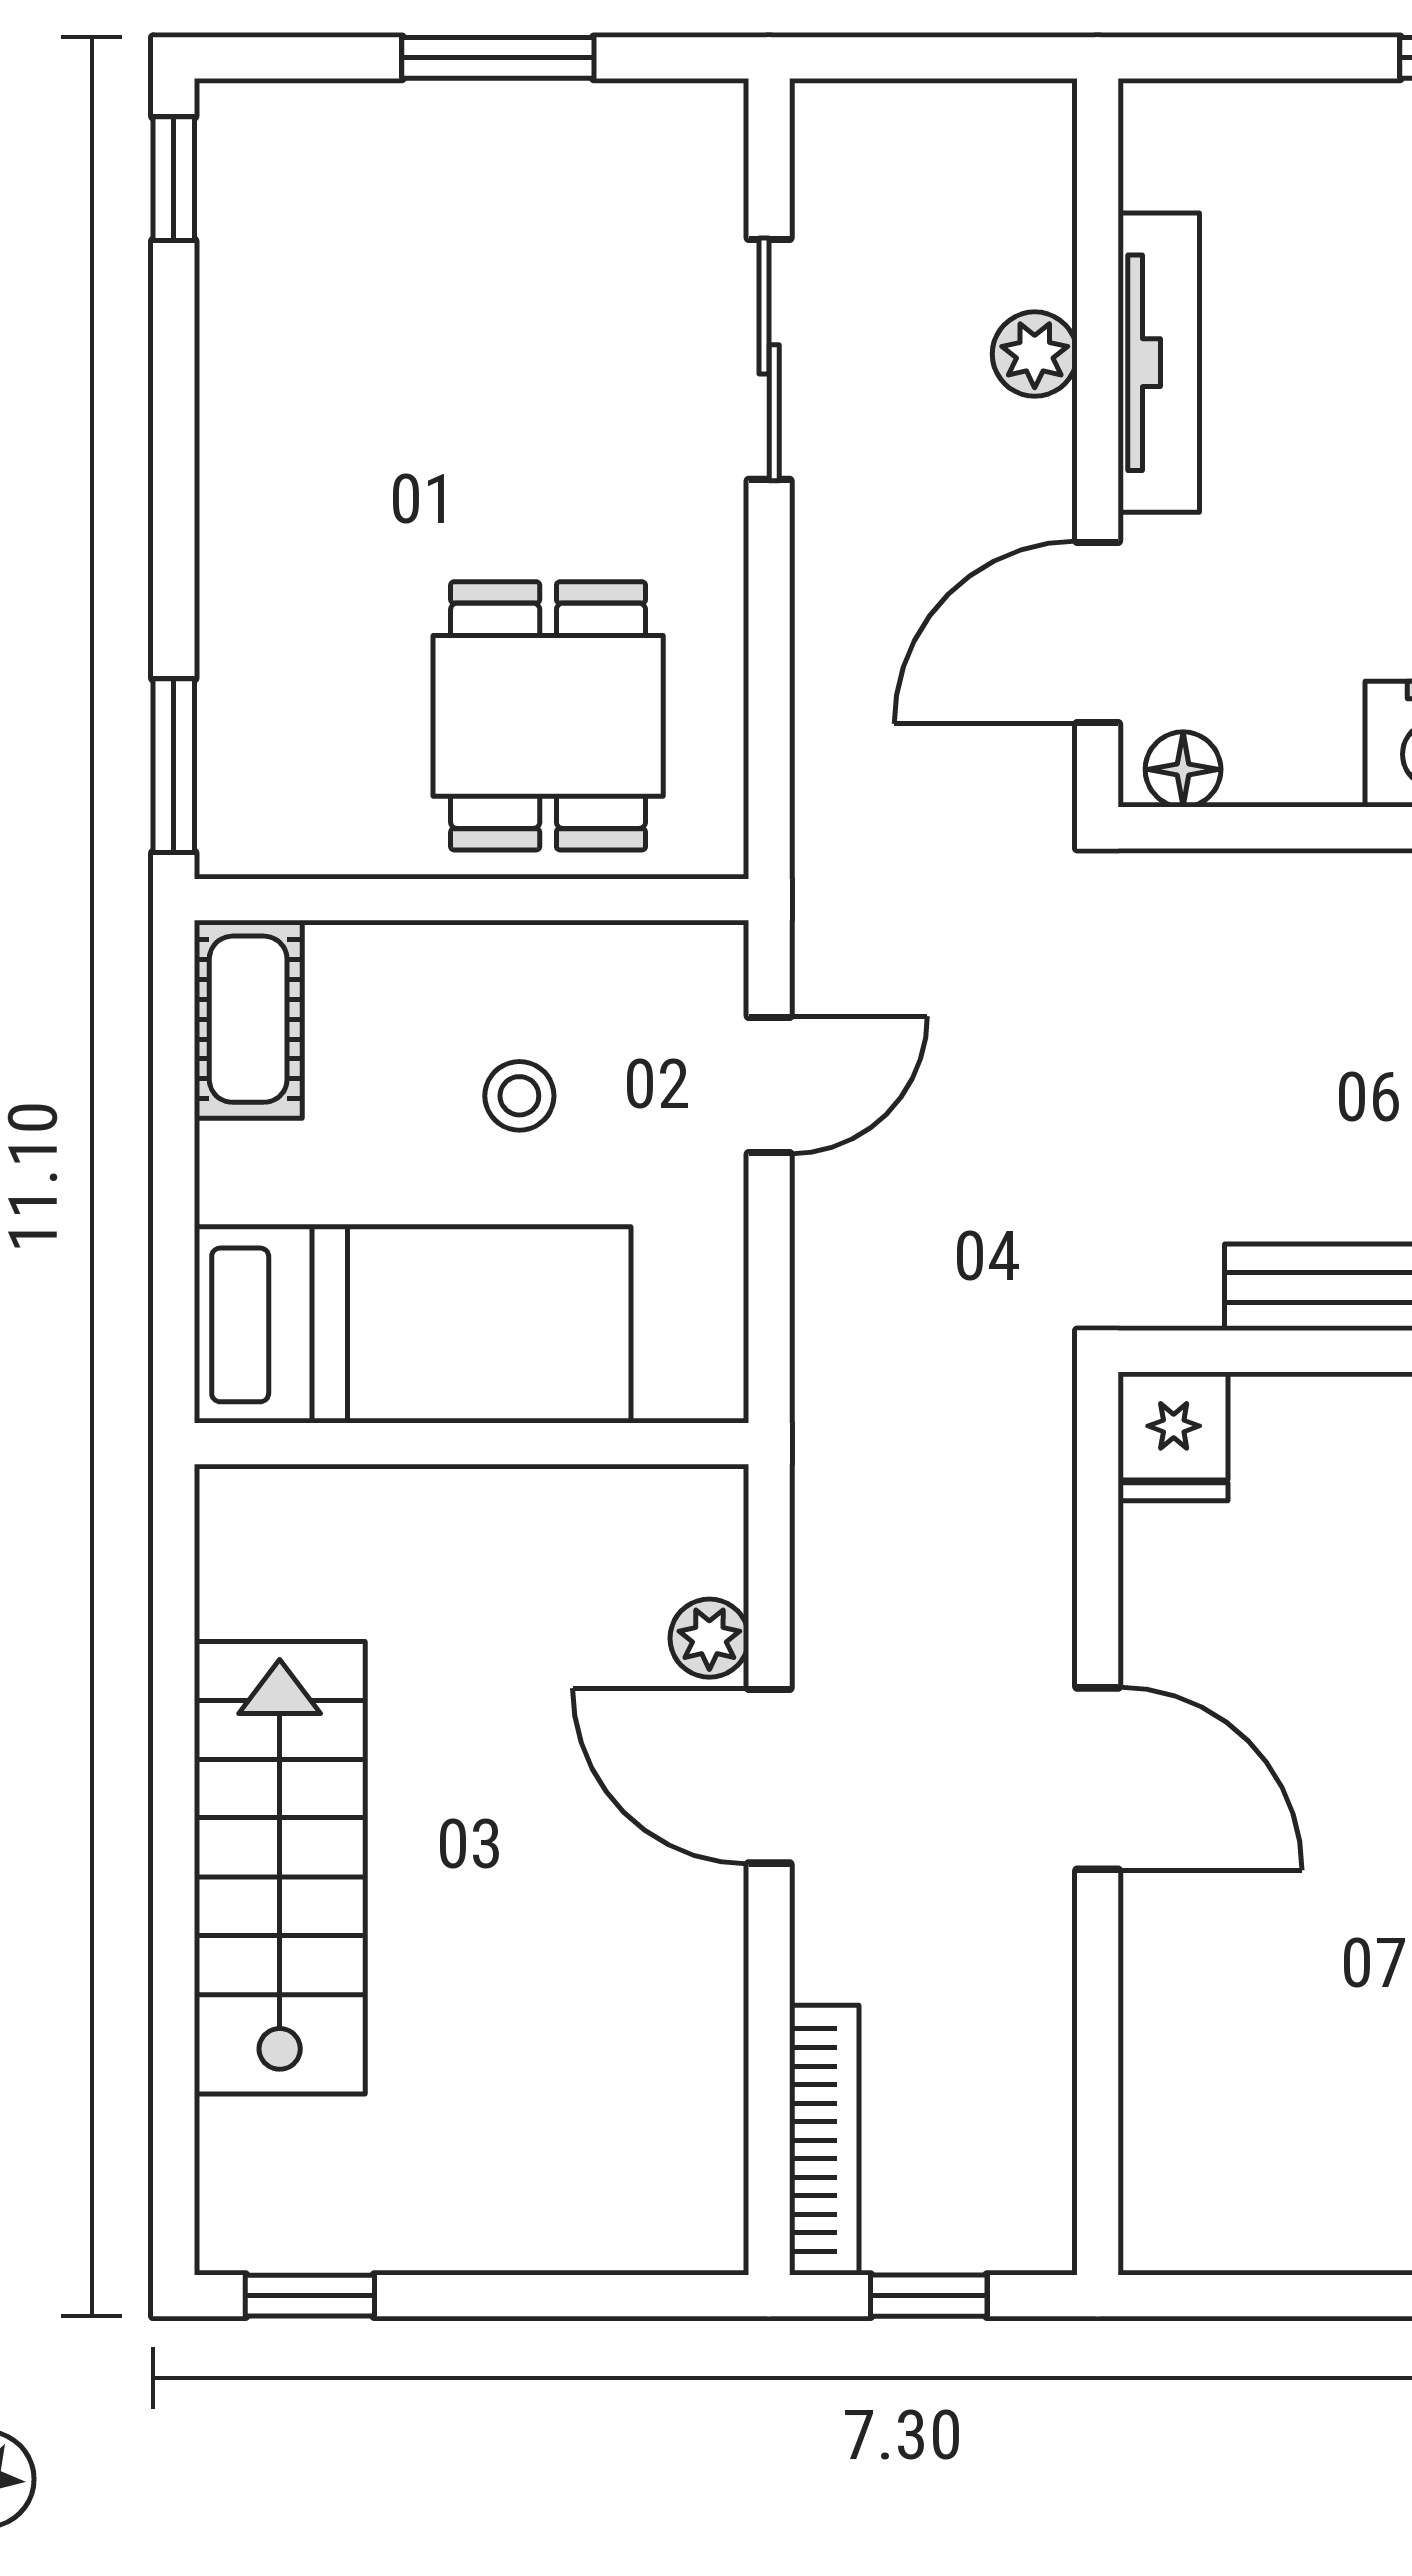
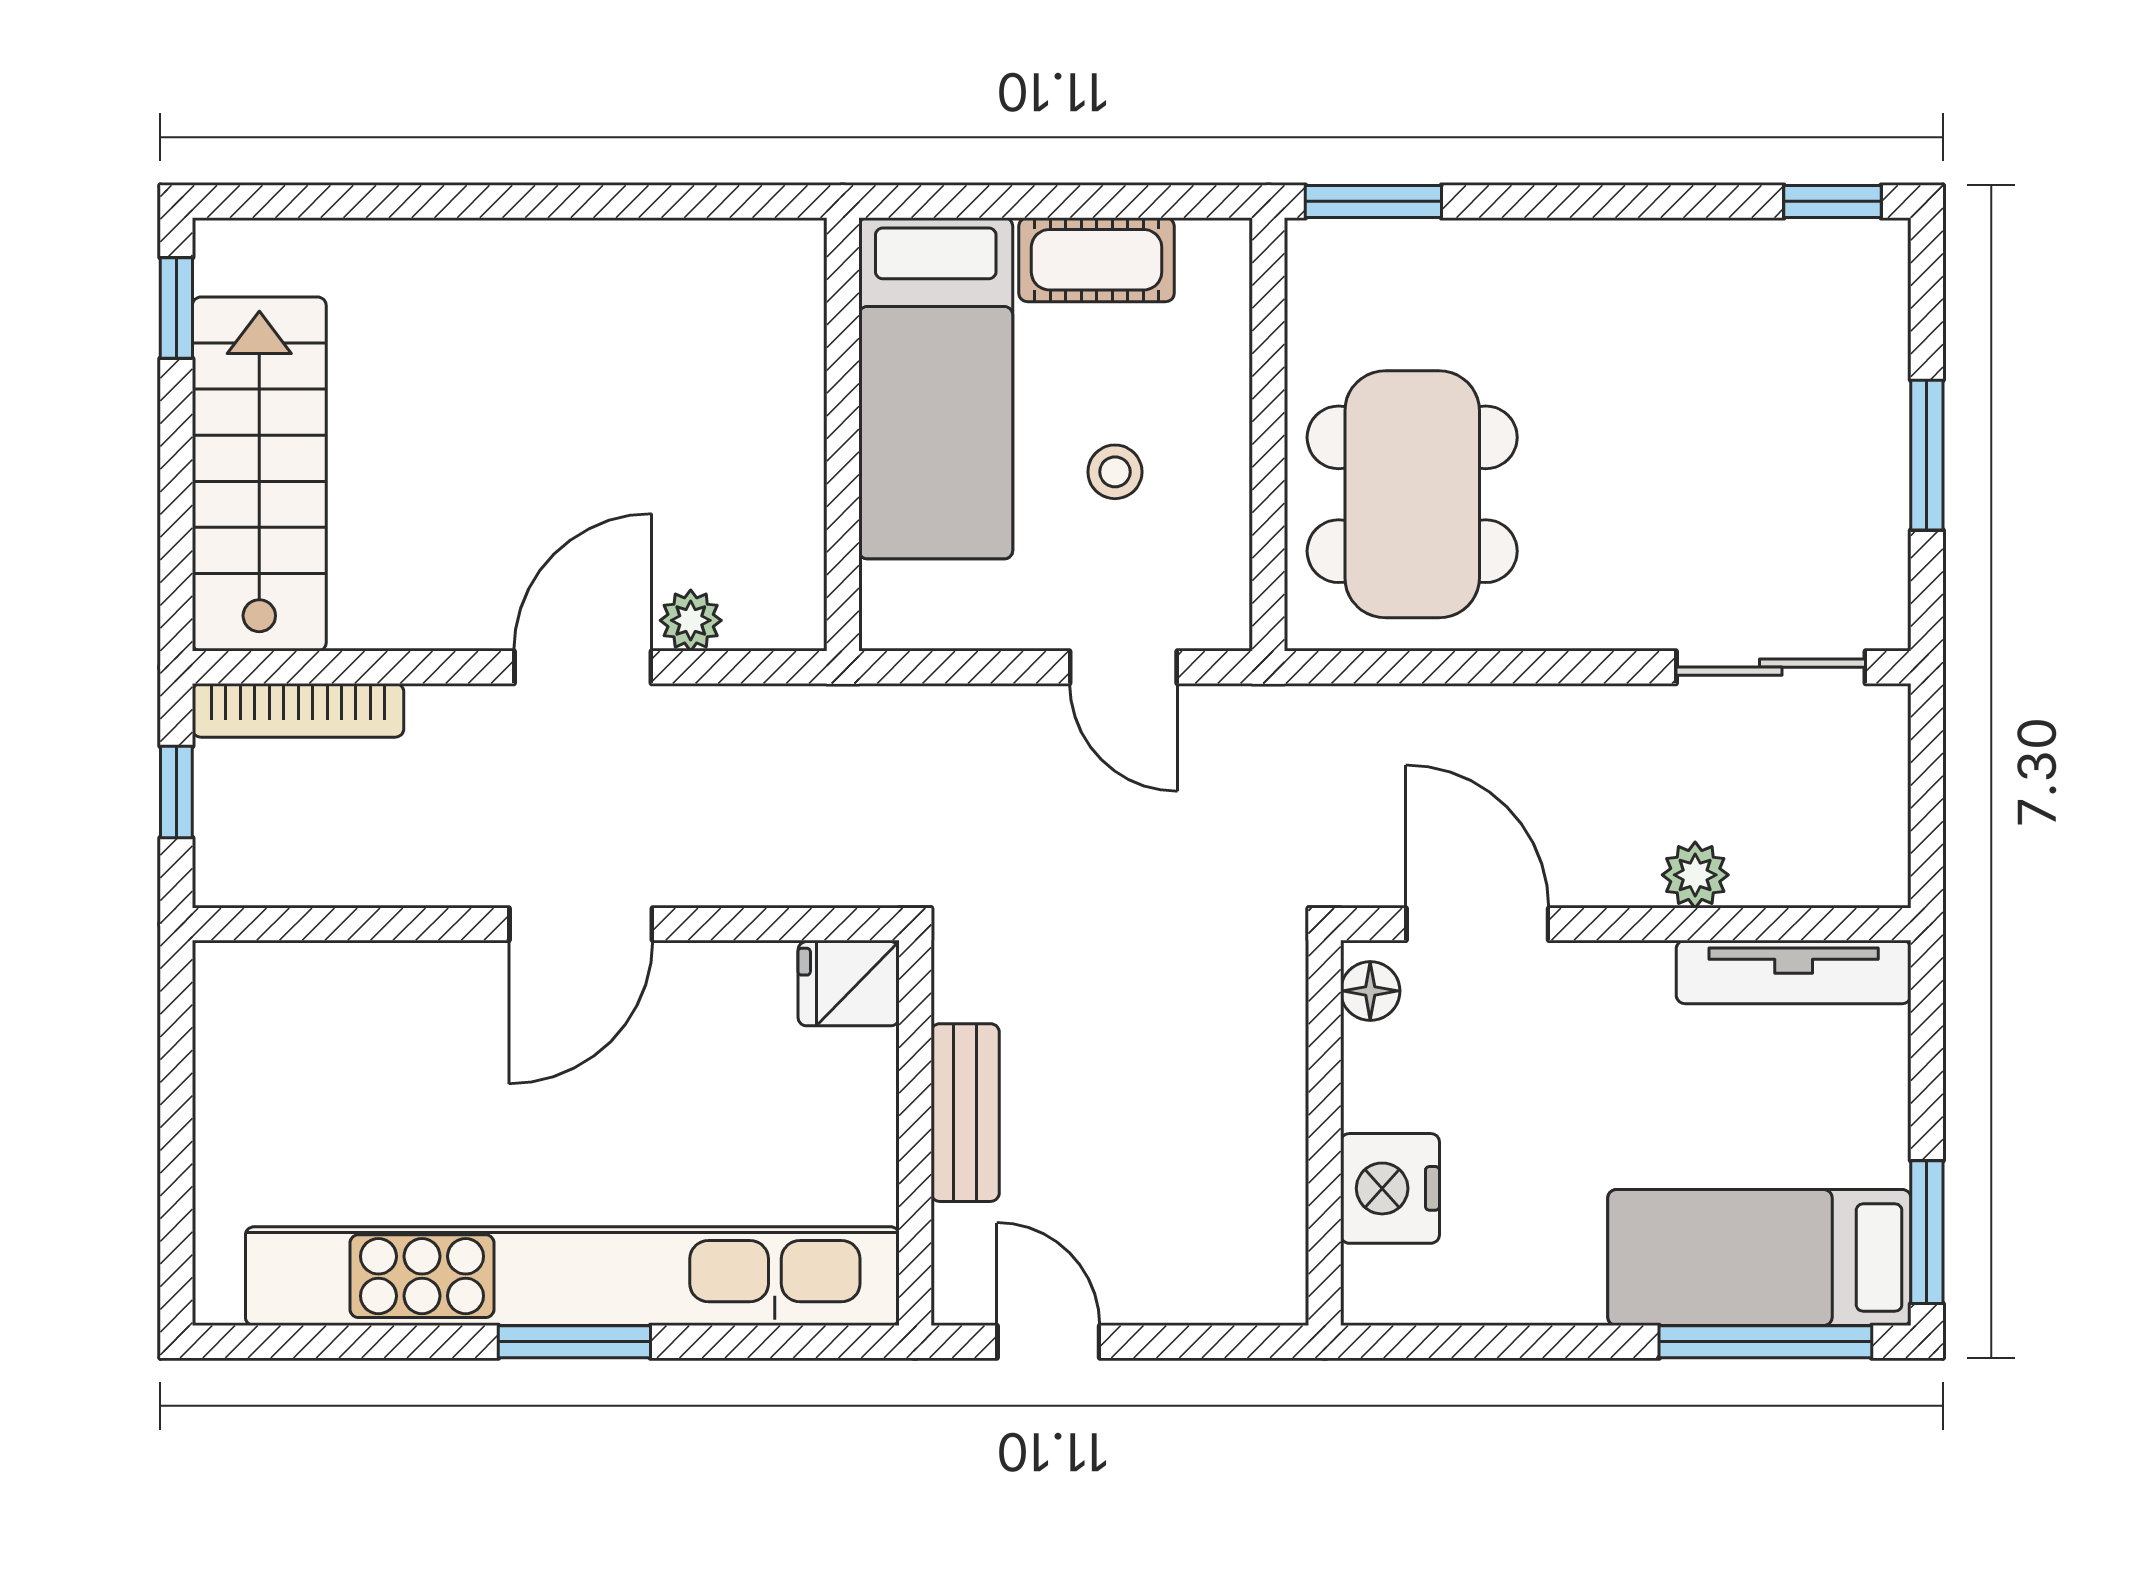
sliding door: (769, 359) -> (1771, 667), moved
tv unit: (1159, 363) -> (1794, 972), moved
dining table: (548, 716) -> (1412, 494), width x1.38
cot: (248, 1019) -> (1097, 260), moved
stairs: (280, 1868) -> (259, 474), moved, turned -90

